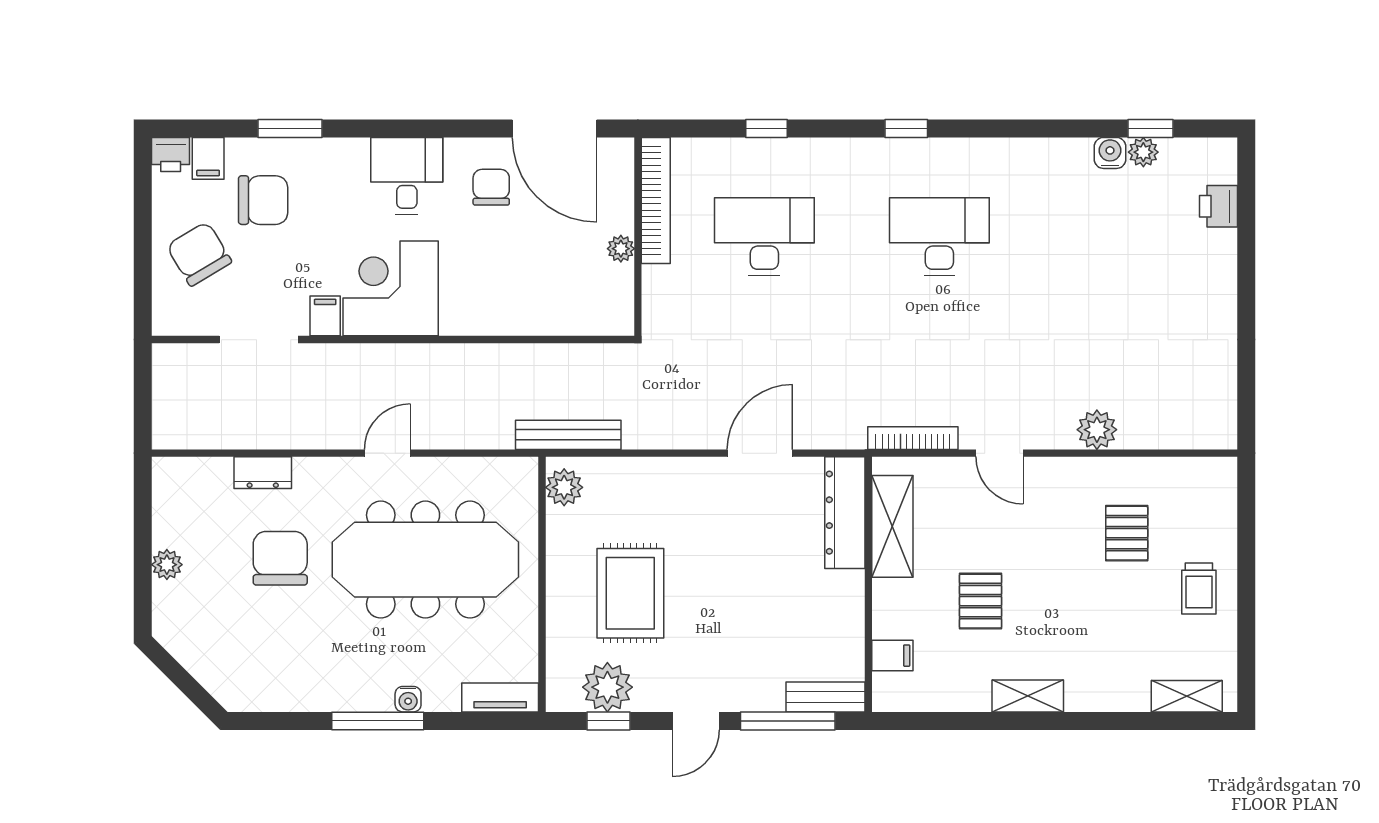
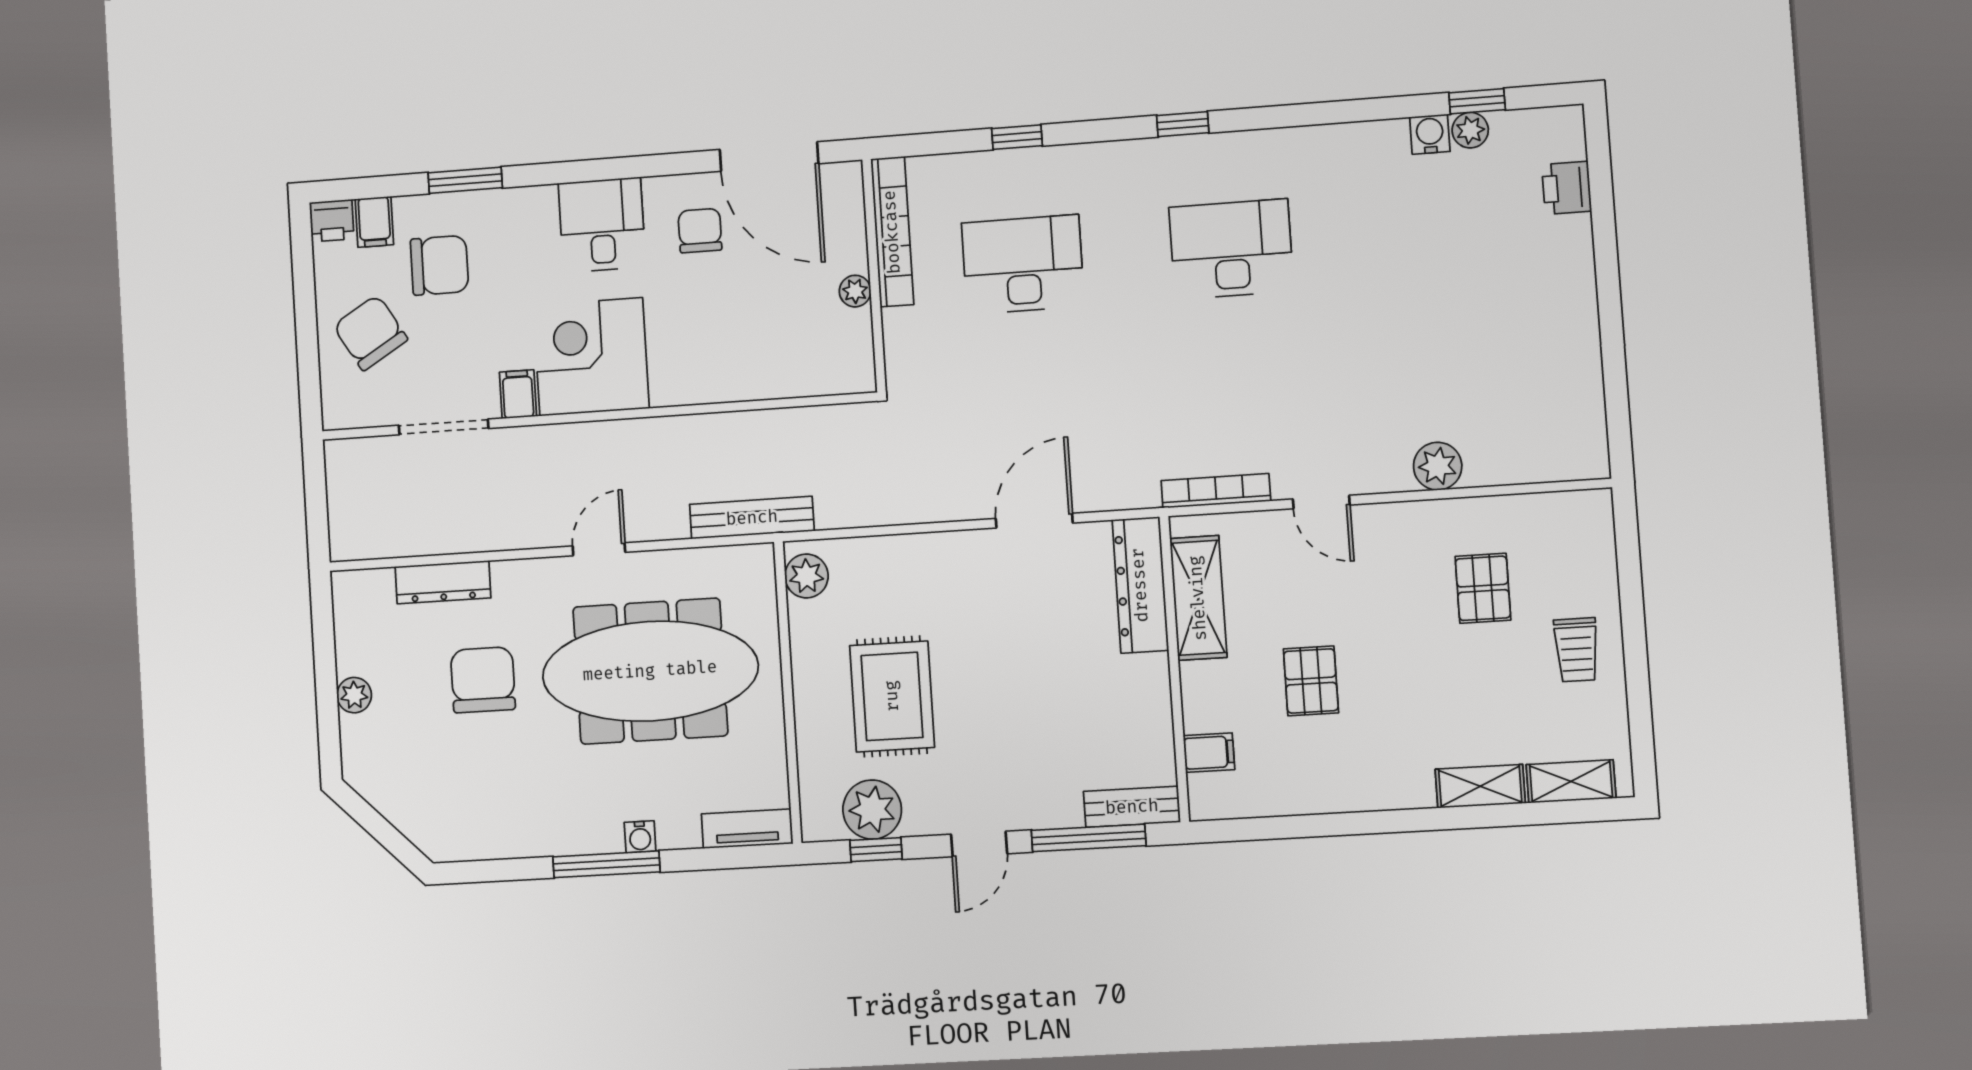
bench: (568, 435) -> (752, 518), moved
dresser: (263, 473) -> (443, 582), width x1.44
shelving: (1028, 696) -> (1480, 786), moved

